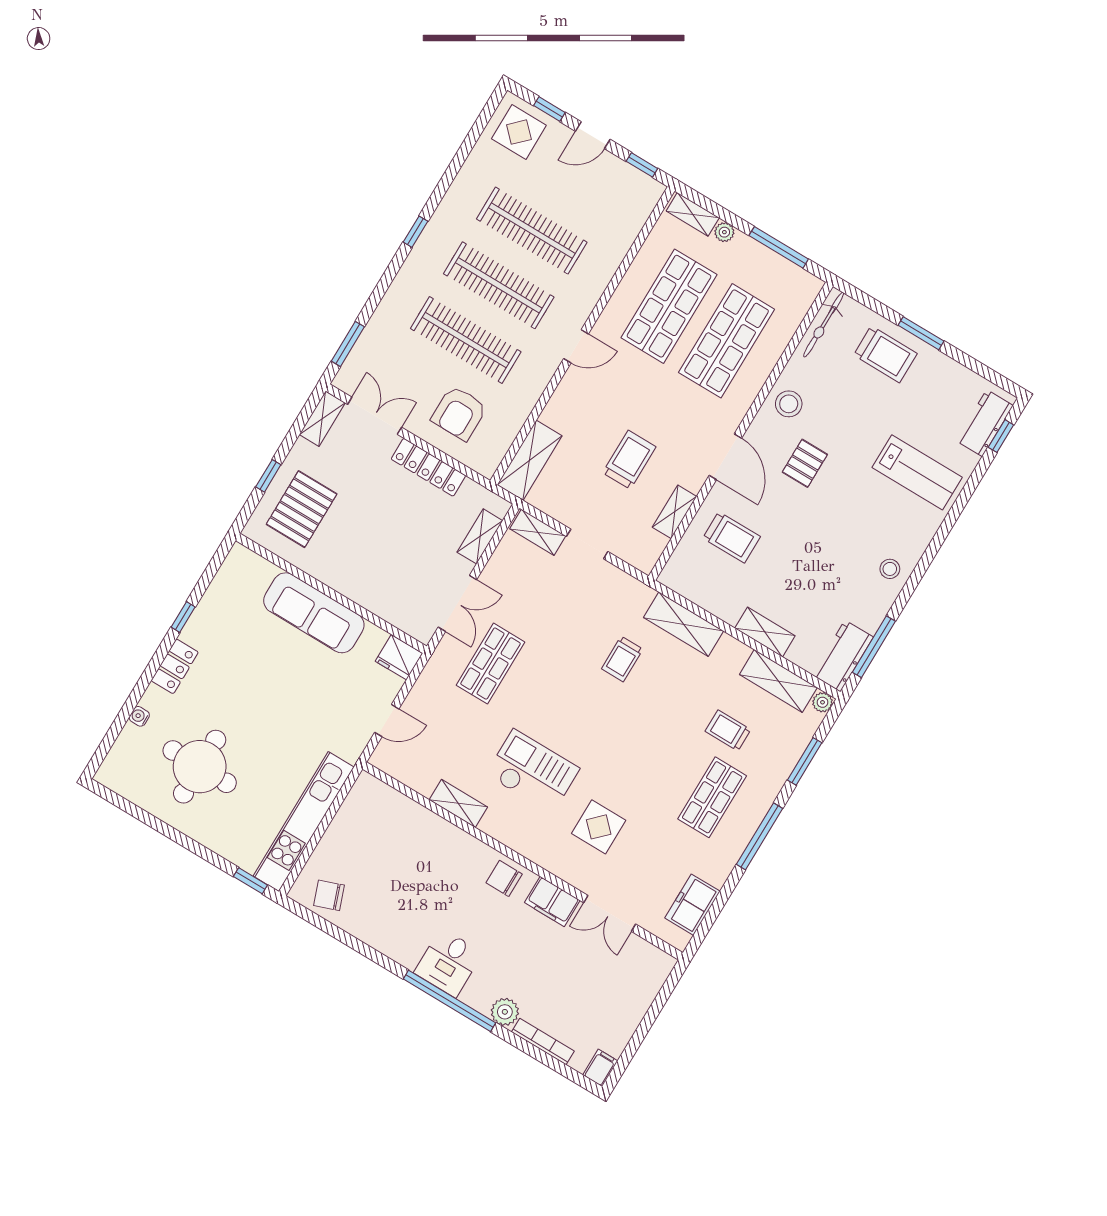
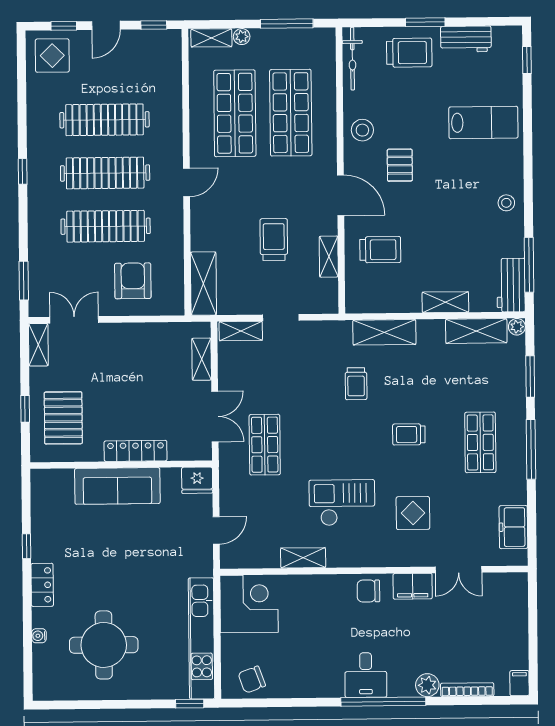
armchair: (459, 413) -> (133, 281), turned 180
workbench: (985, 423) -> (466, 39), moved, turned -90
locker: (428, 467) -> (136, 451), moved, turned 180
trolley: (728, 730) -> (409, 434), moved
corner desk: (374, 816) -> (249, 604), added

